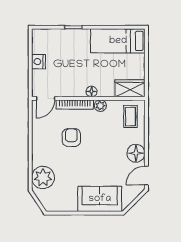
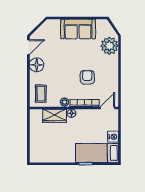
bed: (118, 41) -> (97, 153), moved, turned 180
wardrobe: (130, 88) -> (55, 116), moved
armchair: (71, 137) -> (87, 77), turned 180
sofa: (100, 199) -> (78, 29), moved

